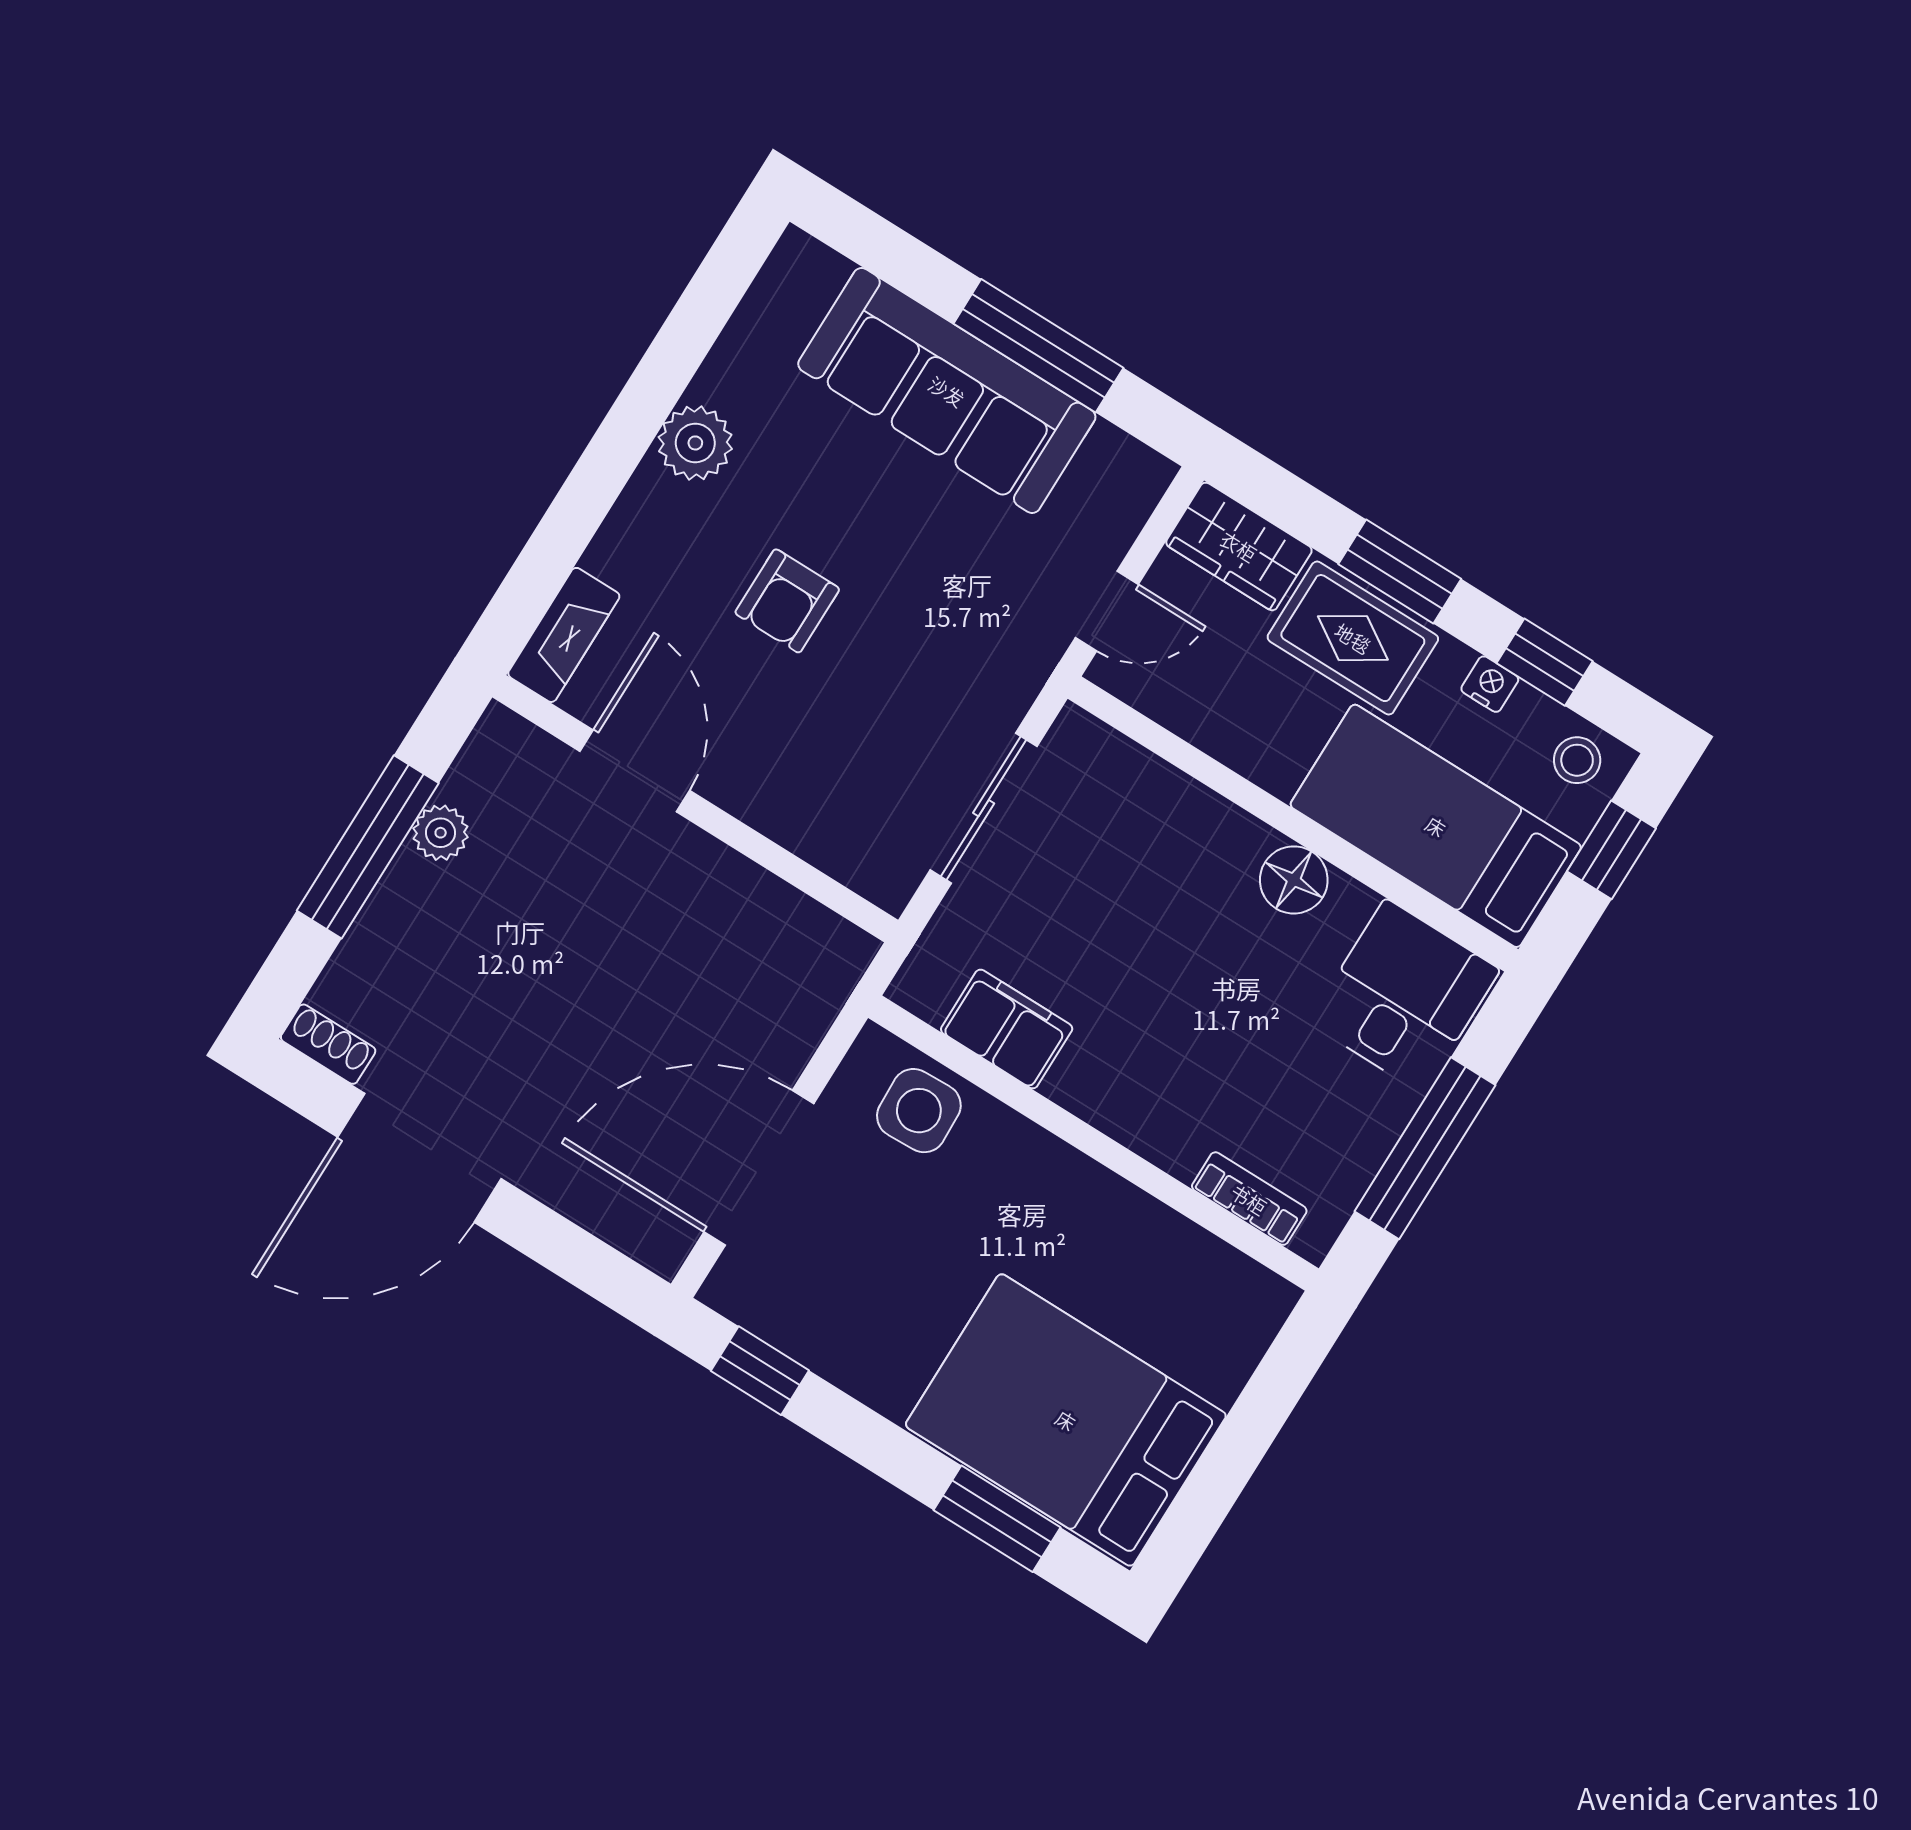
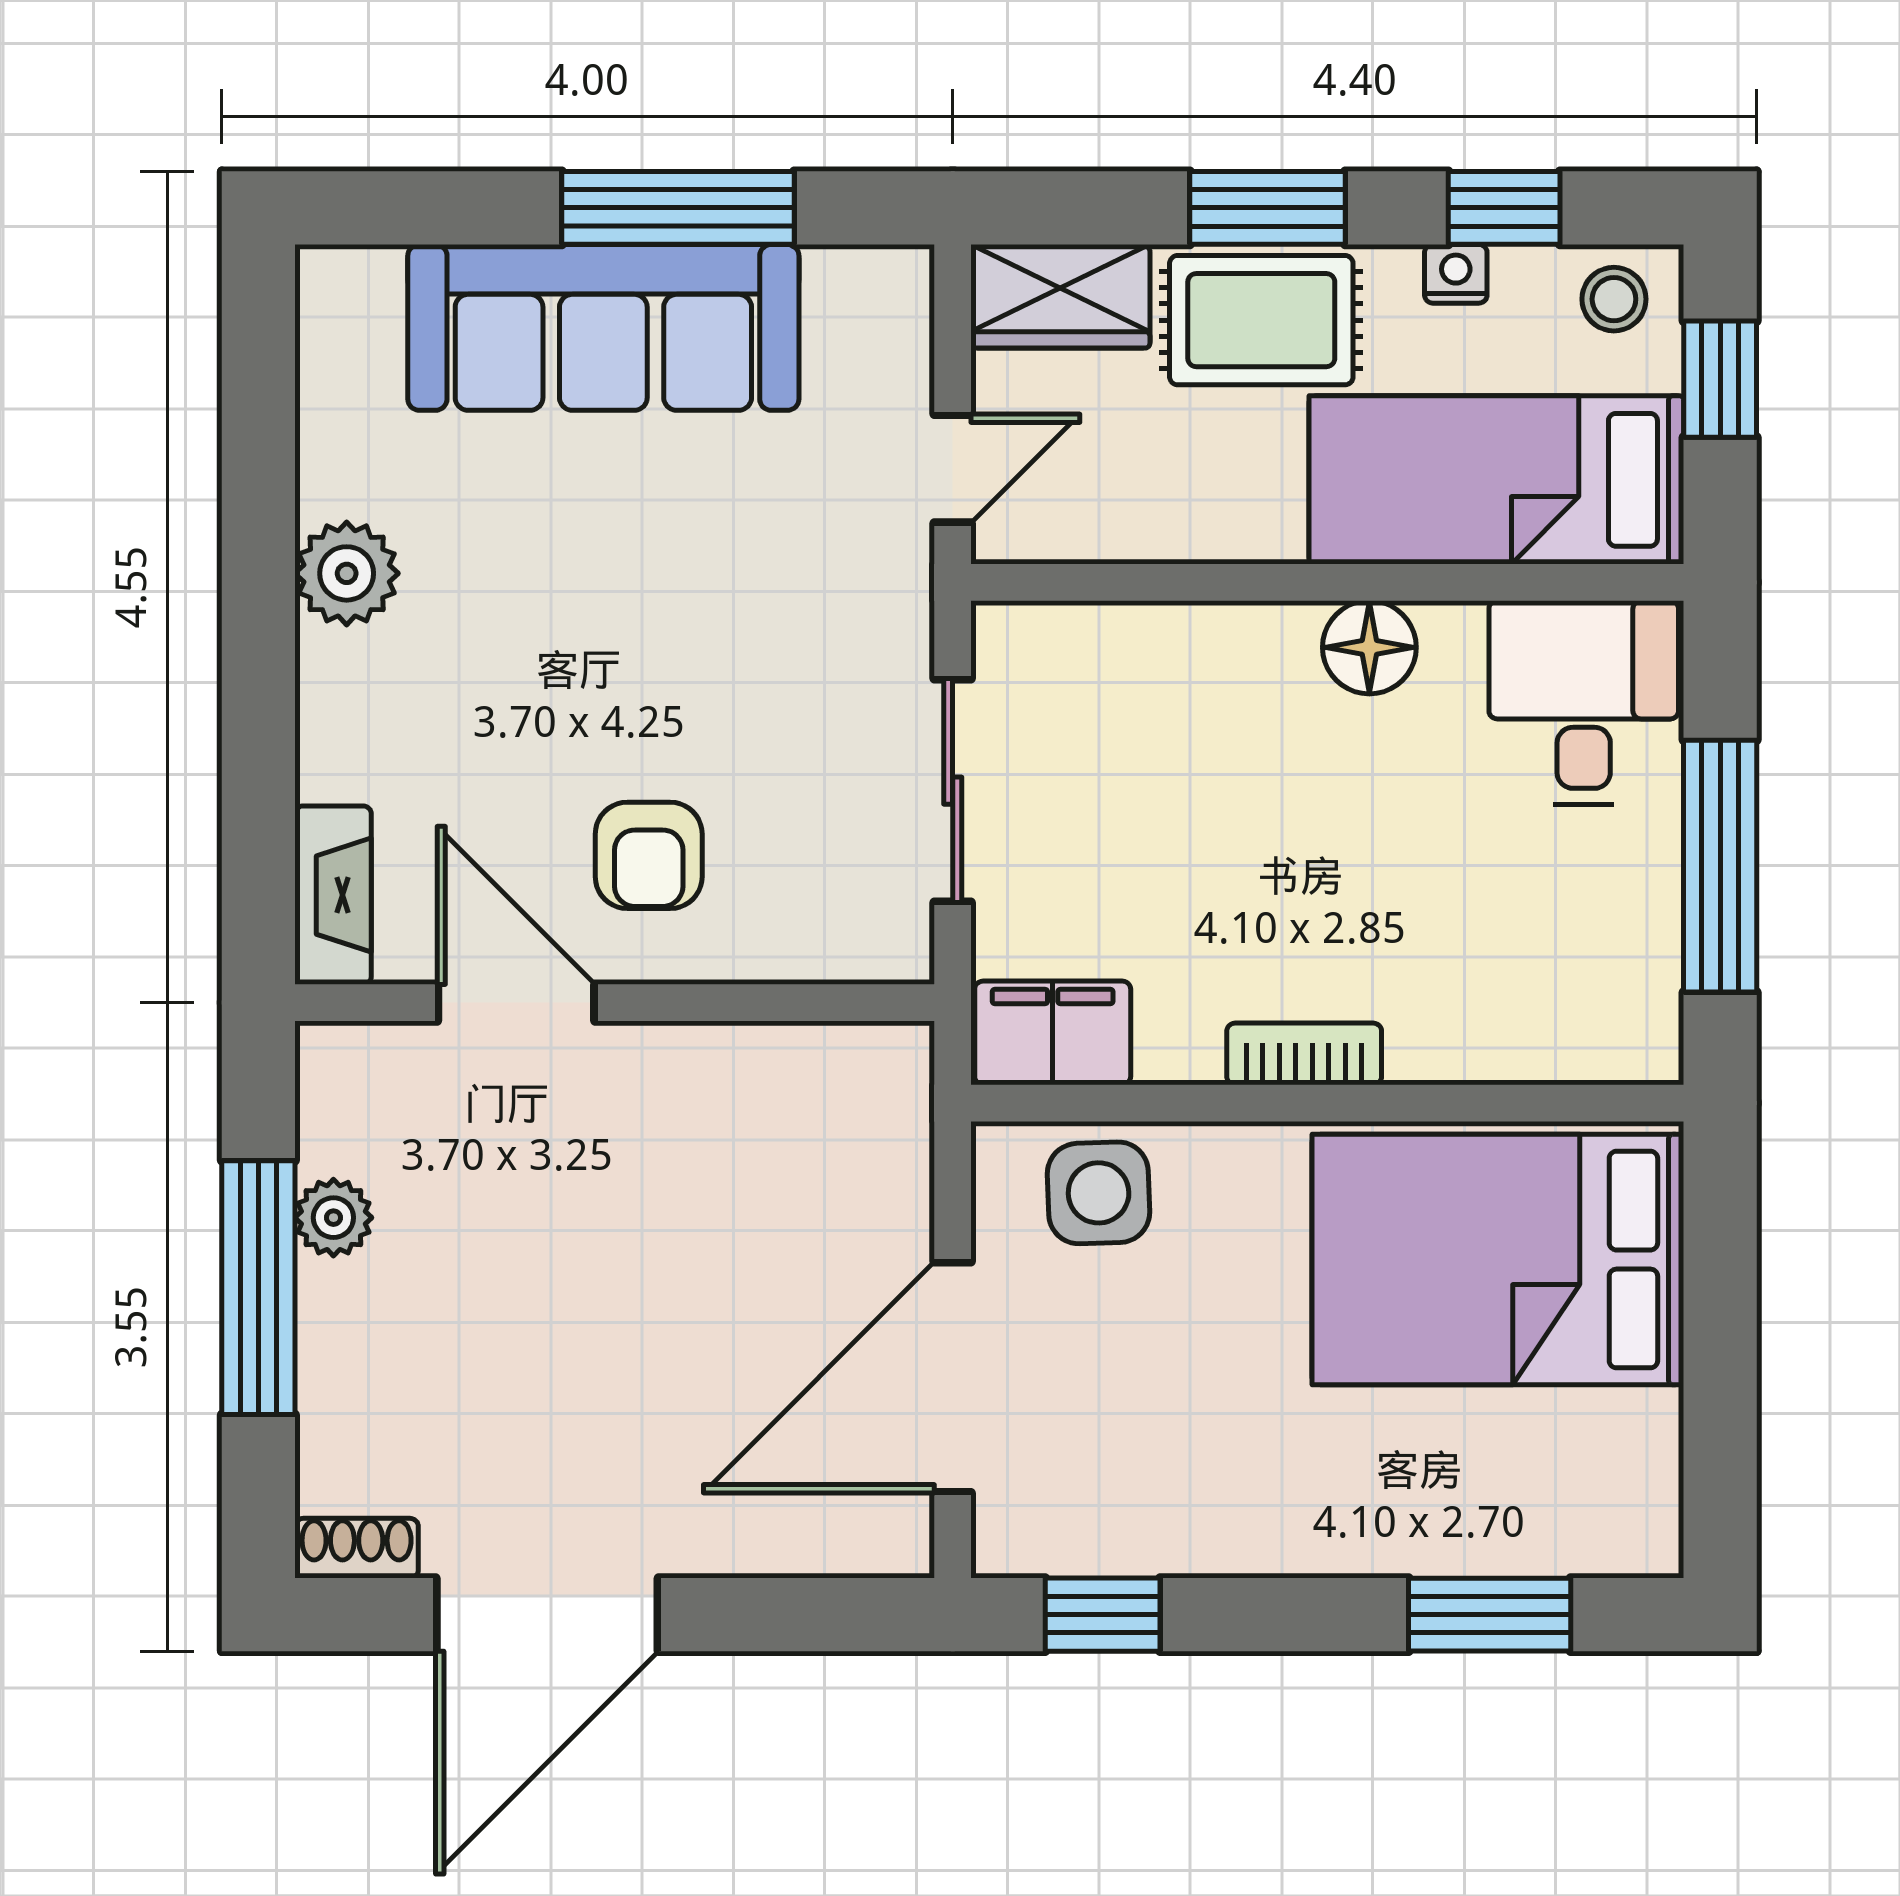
armchair: (787, 601) -> (649, 855), moved
filing cabinet: (1007, 1029) -> (1053, 1033), moved
bookcase: (1249, 1199) -> (1304, 1054), moved
bed: (1066, 1420) -> (1498, 1260), moved

